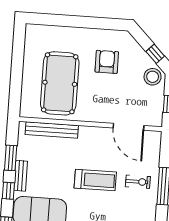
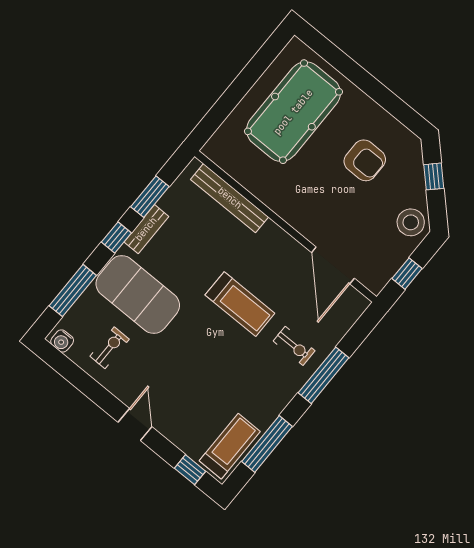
window: (155, 54) -> (434, 176), moved
armchair: (107, 62) -> (365, 160), turned 90
pool table: (60, 83) -> (293, 112), moved

